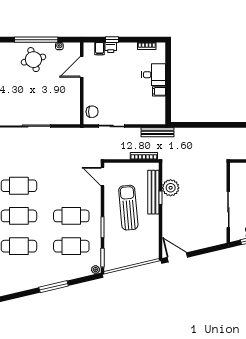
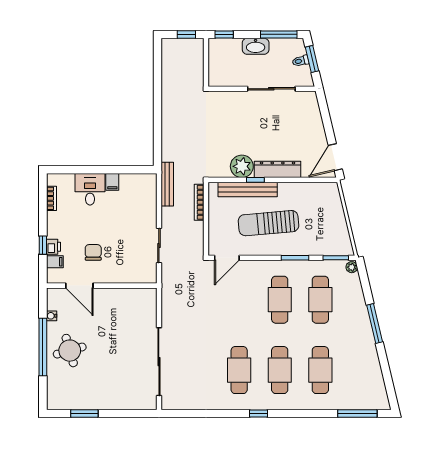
chair: (92, 112) -> (93, 252), moved
dresser: (168, 214) -> (278, 169), added

